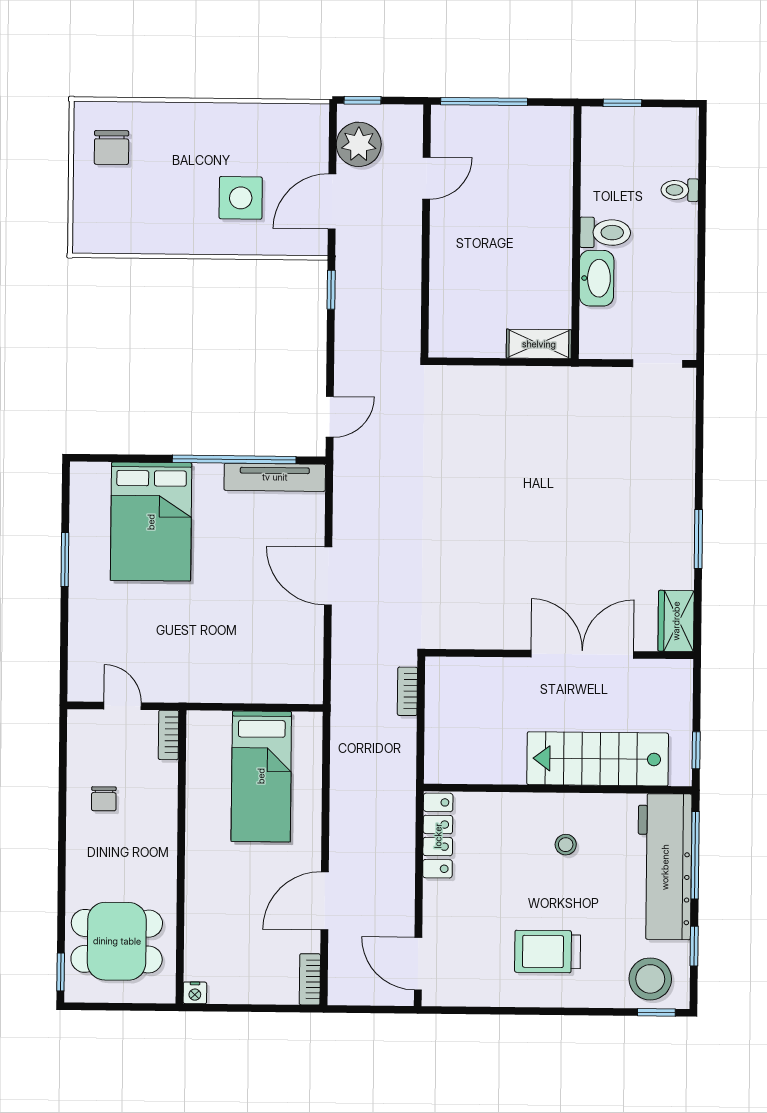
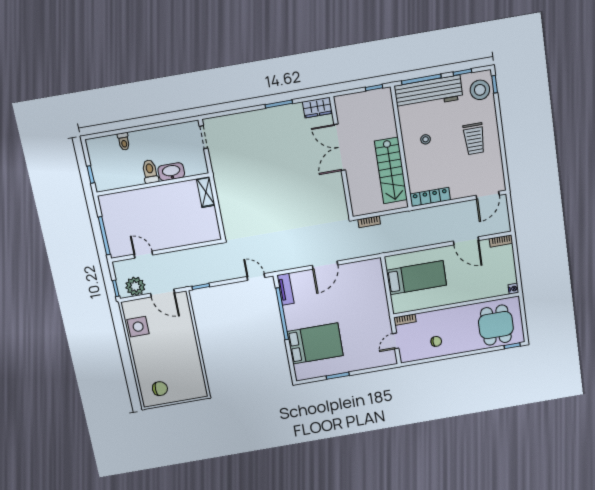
side table: (241, 198) -> (138, 327), moved
tv unit: (275, 477) -> (285, 289), width x0.71
stairs: (598, 759) -> (391, 171), moved

